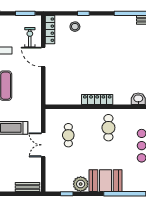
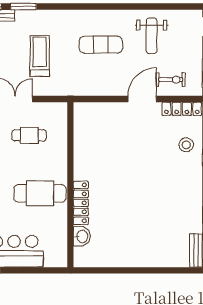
locker: (97, 99) -> (81, 203), moved
cafe table: (108, 128) -> (40, 193), width x1.37, depth x1.35

